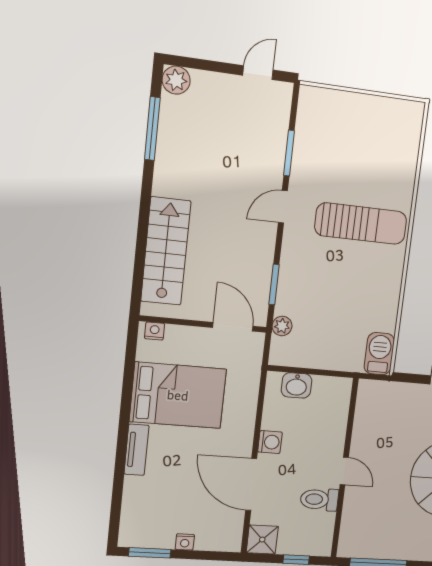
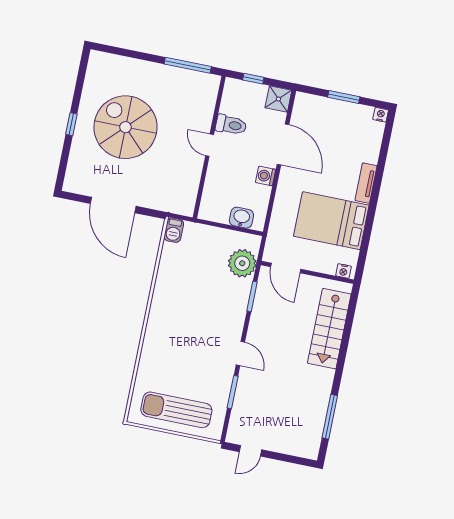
plant: (176, 80) -> (309, 449), removed
door: (283, 207) -> (240, 353), hinge flipped
sun lounger: (361, 224) -> (176, 410), moved
plant: (282, 326) -> (242, 263), width x1.87, depth x1.87
barbecue: (379, 354) -> (174, 230), width x0.73, depth x0.79
nightstand: (185, 542) -> (381, 115), moved
window: (150, 553) -> (344, 97), moved

